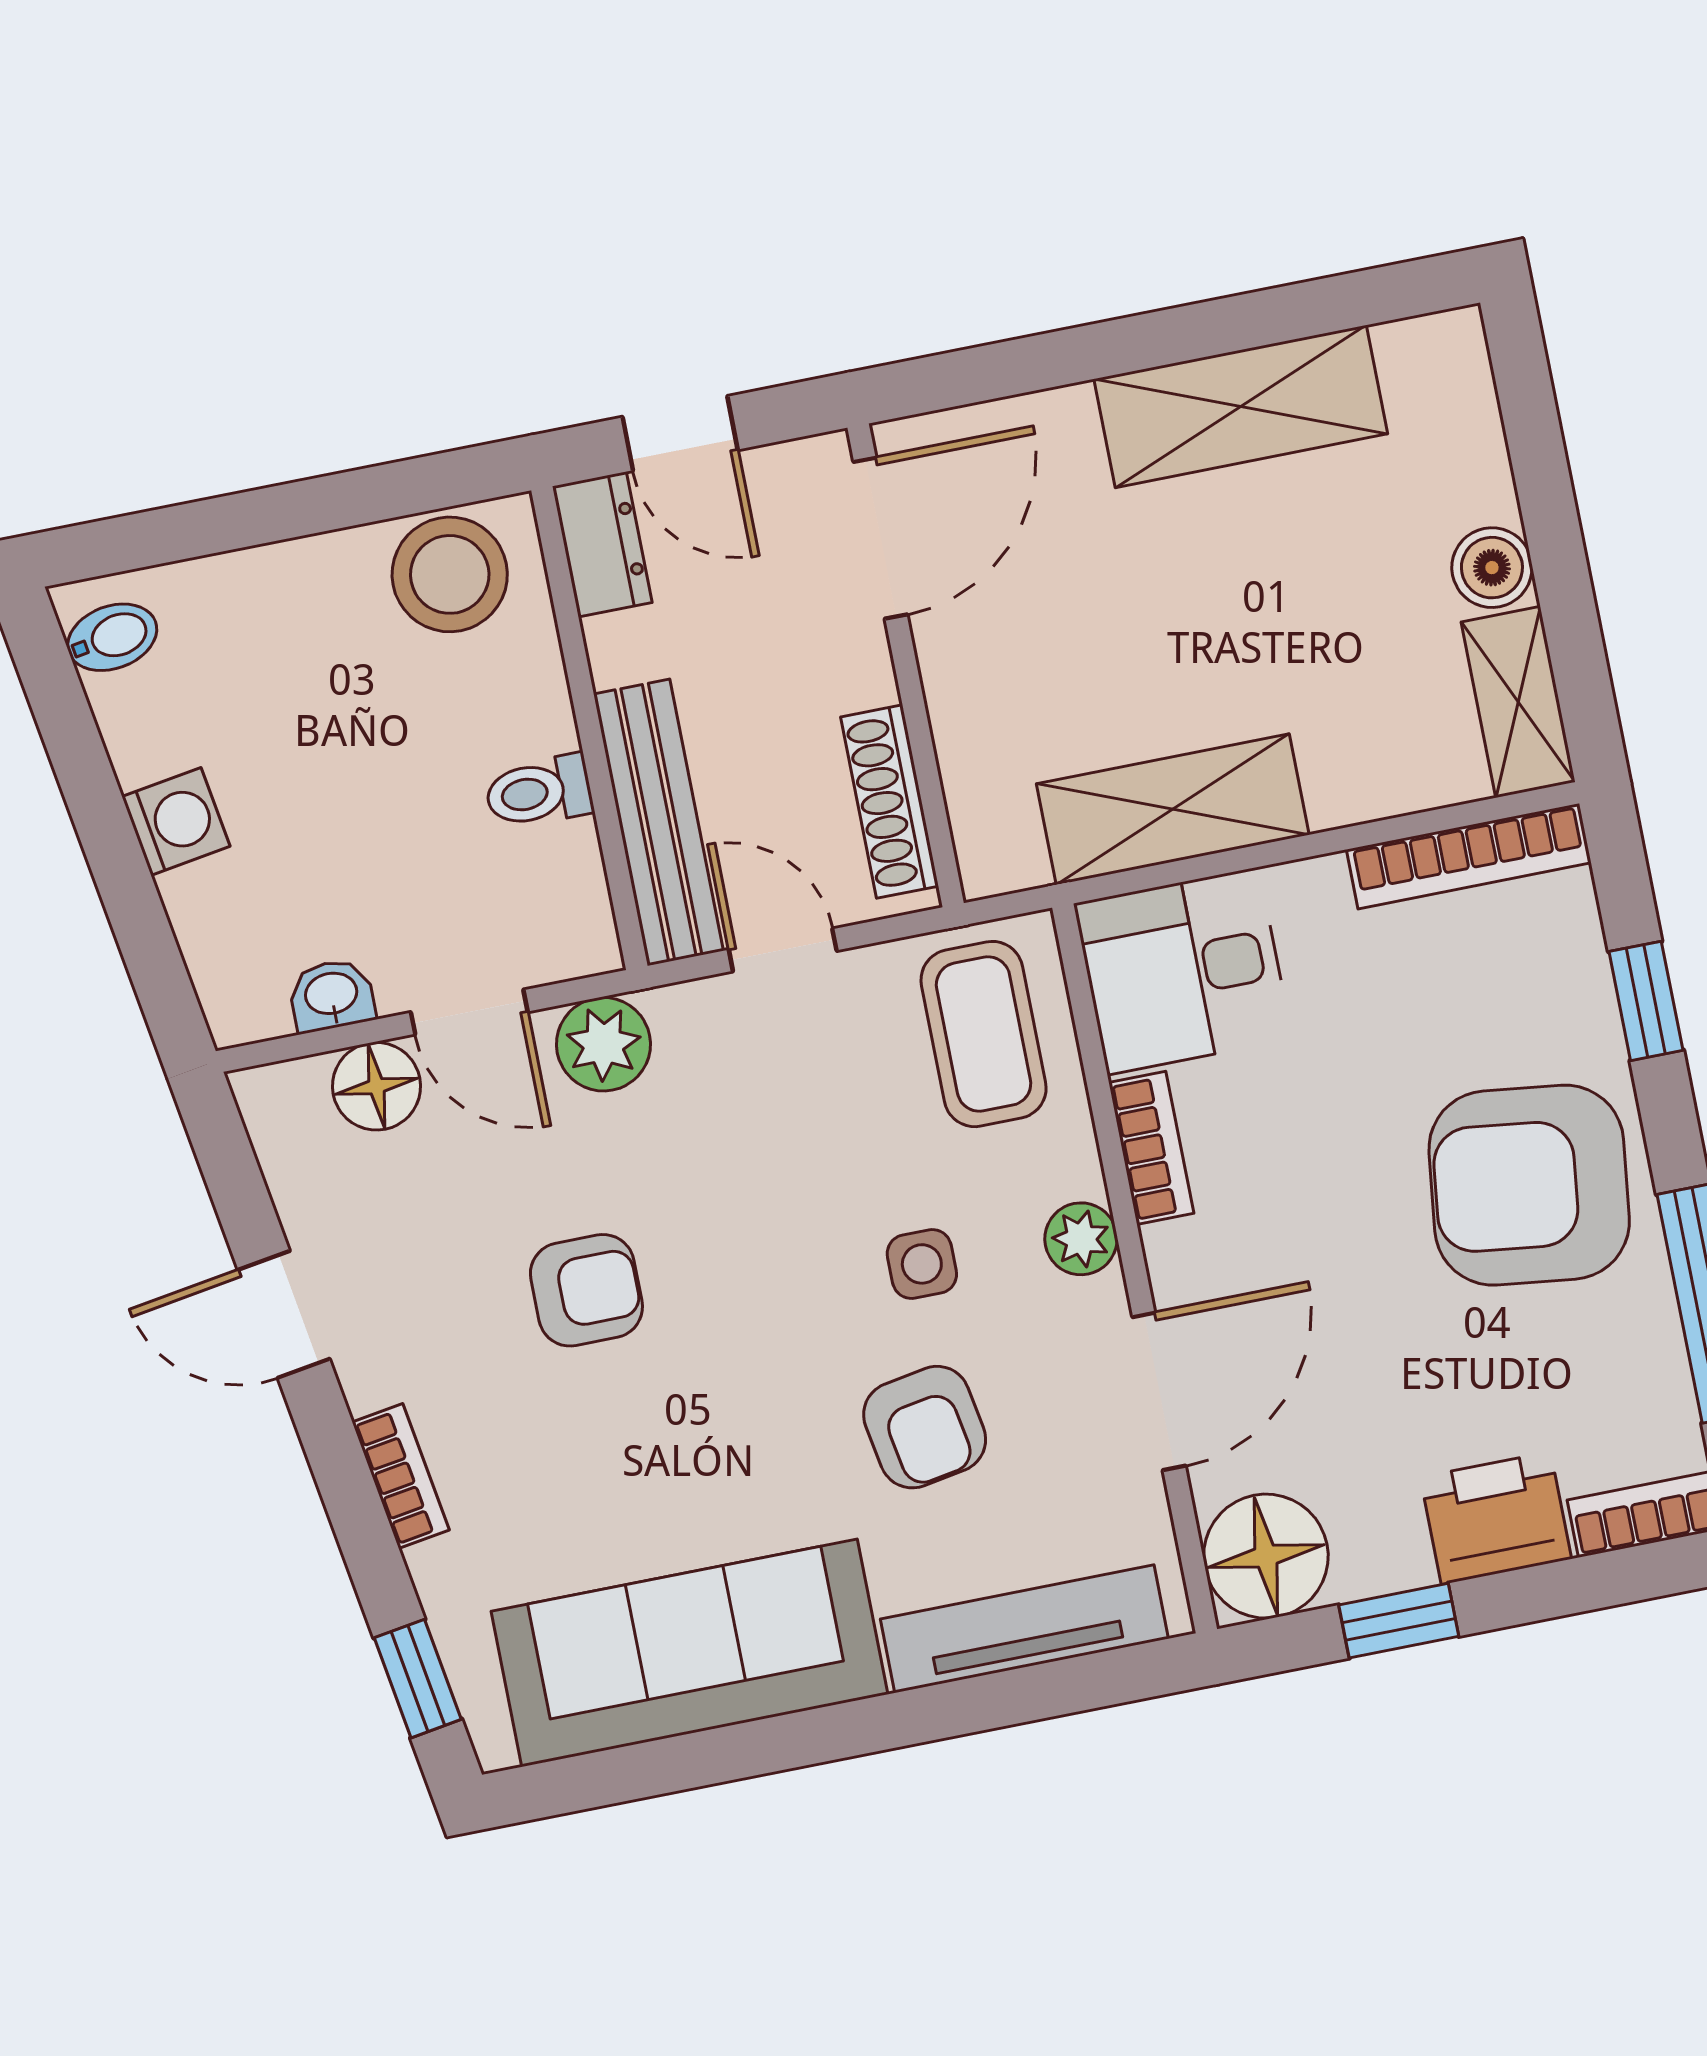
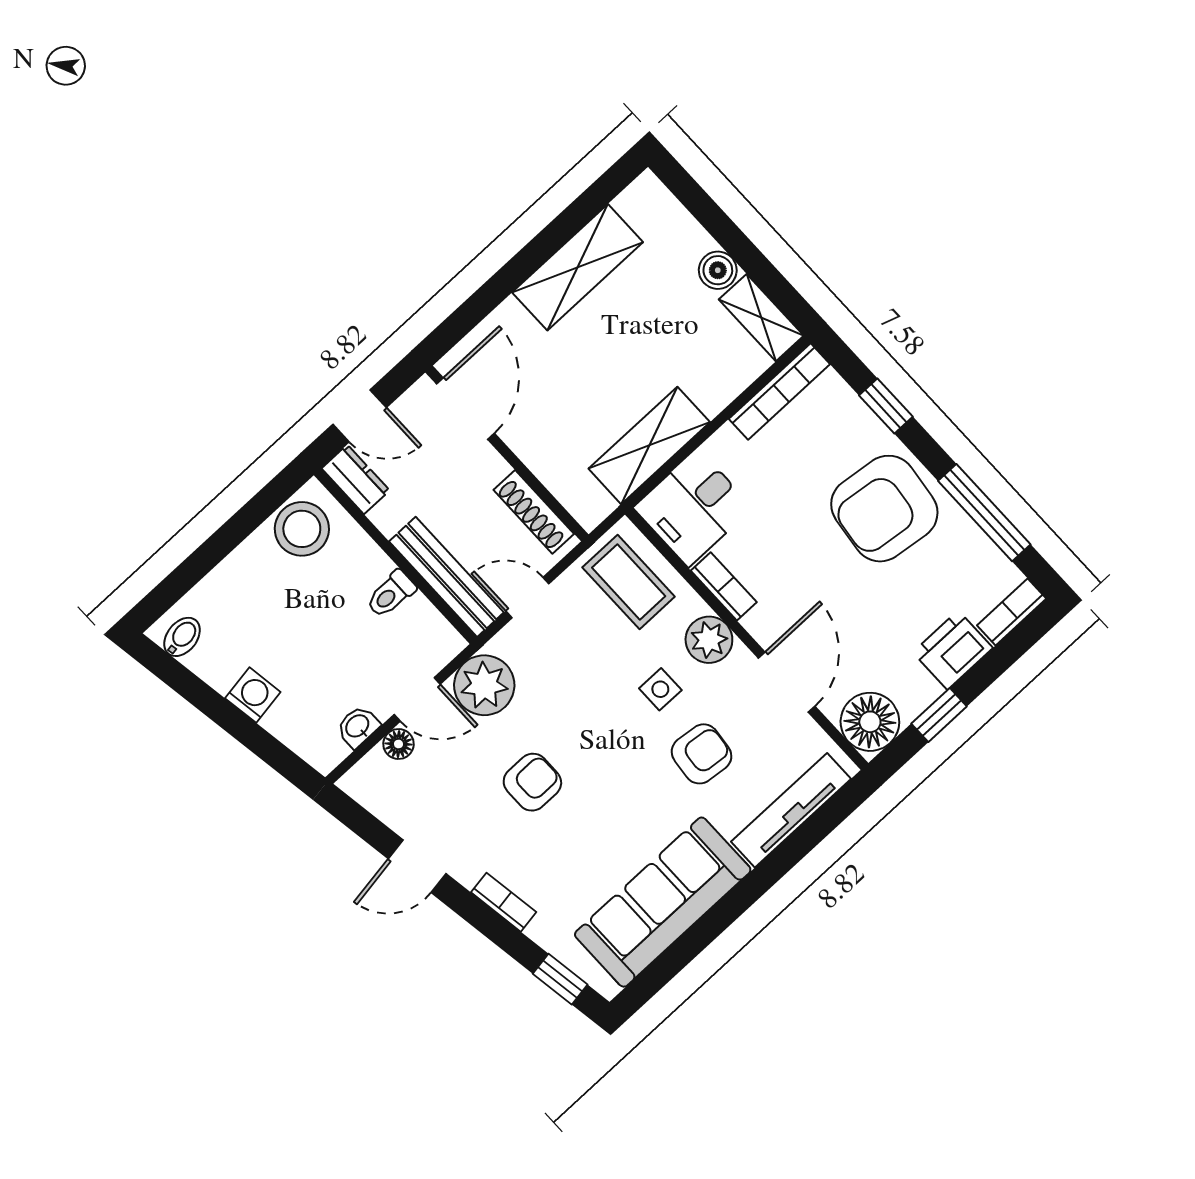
plant: (603, 1044) -> (484, 685), width x1.36, depth x1.36
floor lamp: (376, 1086) -> (398, 744), width x0.73, depth x0.73
plant: (1081, 1239) -> (709, 640), width x1.38, depth x1.38
armchair: (925, 1427) -> (702, 754), turned -74

